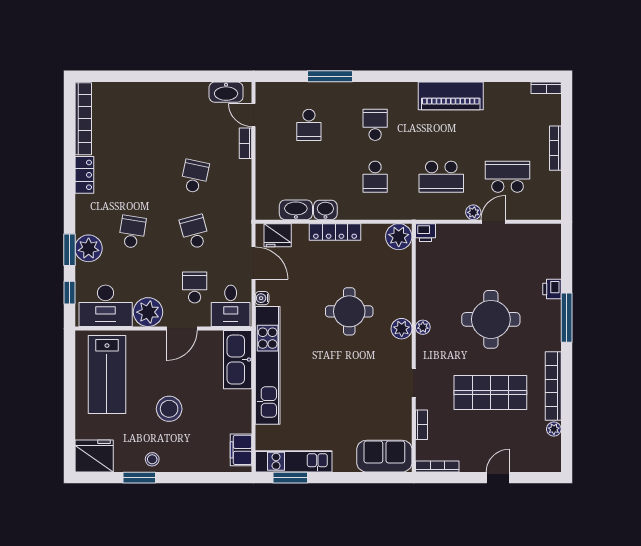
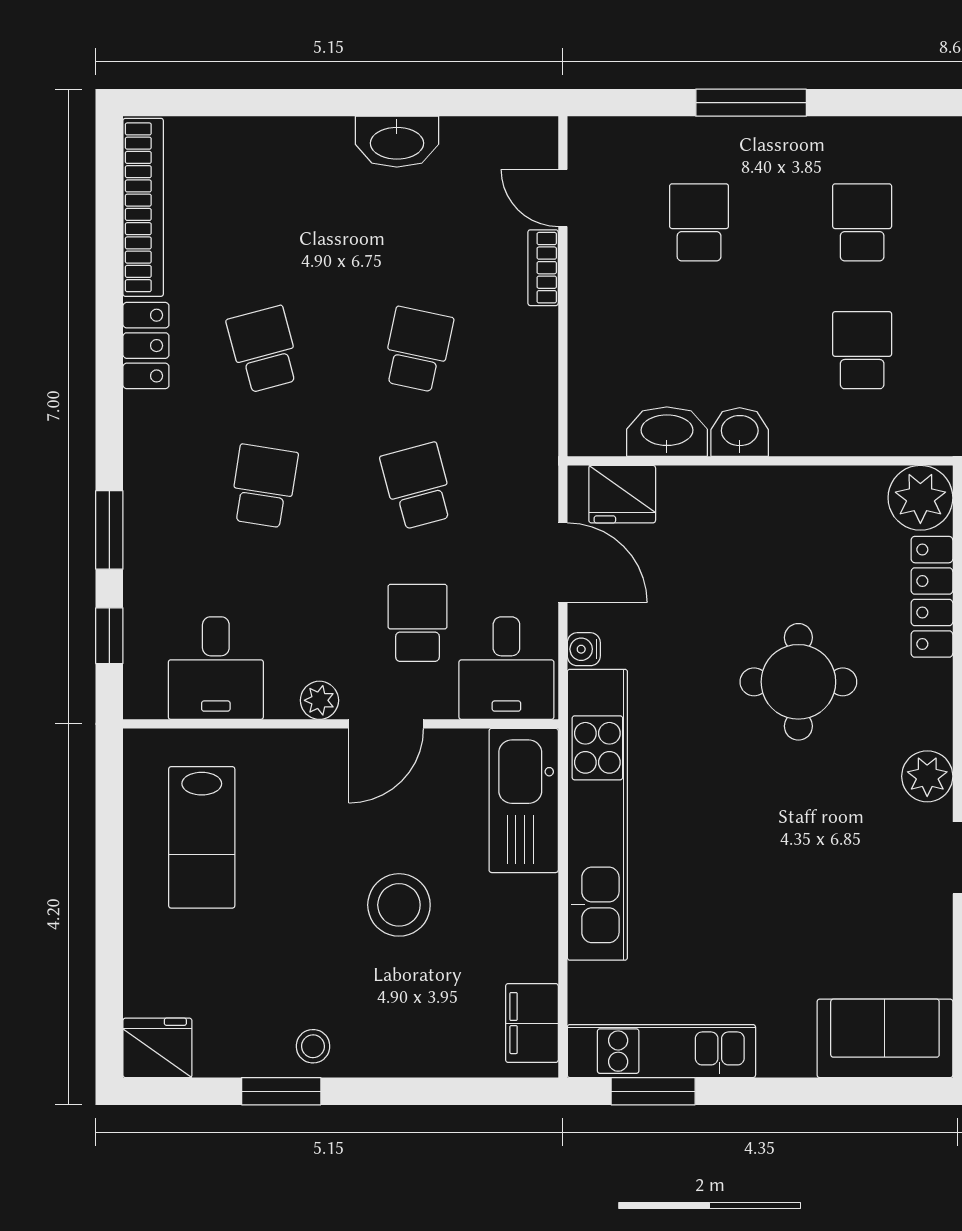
washbasin: (226, 92) -> (397, 142), moved
school desk: (309, 125) -> (699, 222), turned 180
school desk: (132, 176) -> (264, 349), added
school desk: (375, 177) -> (862, 350), turned 180
locker: (335, 232) -> (932, 597), moved, turned 90
plant: (89, 248) -> (156, 527), removed
desk: (106, 306) -> (216, 668), width x0.73
plant: (148, 312) -> (319, 700), width x0.53, depth x0.53
plant: (402, 329) -> (927, 776), moved
lab bench: (107, 375) -> (202, 837), width x0.73, depth x0.72
stool: (169, 409) -> (399, 905), moved
fridge: (94, 456) -> (157, 1048), width x0.73, depth x0.75

